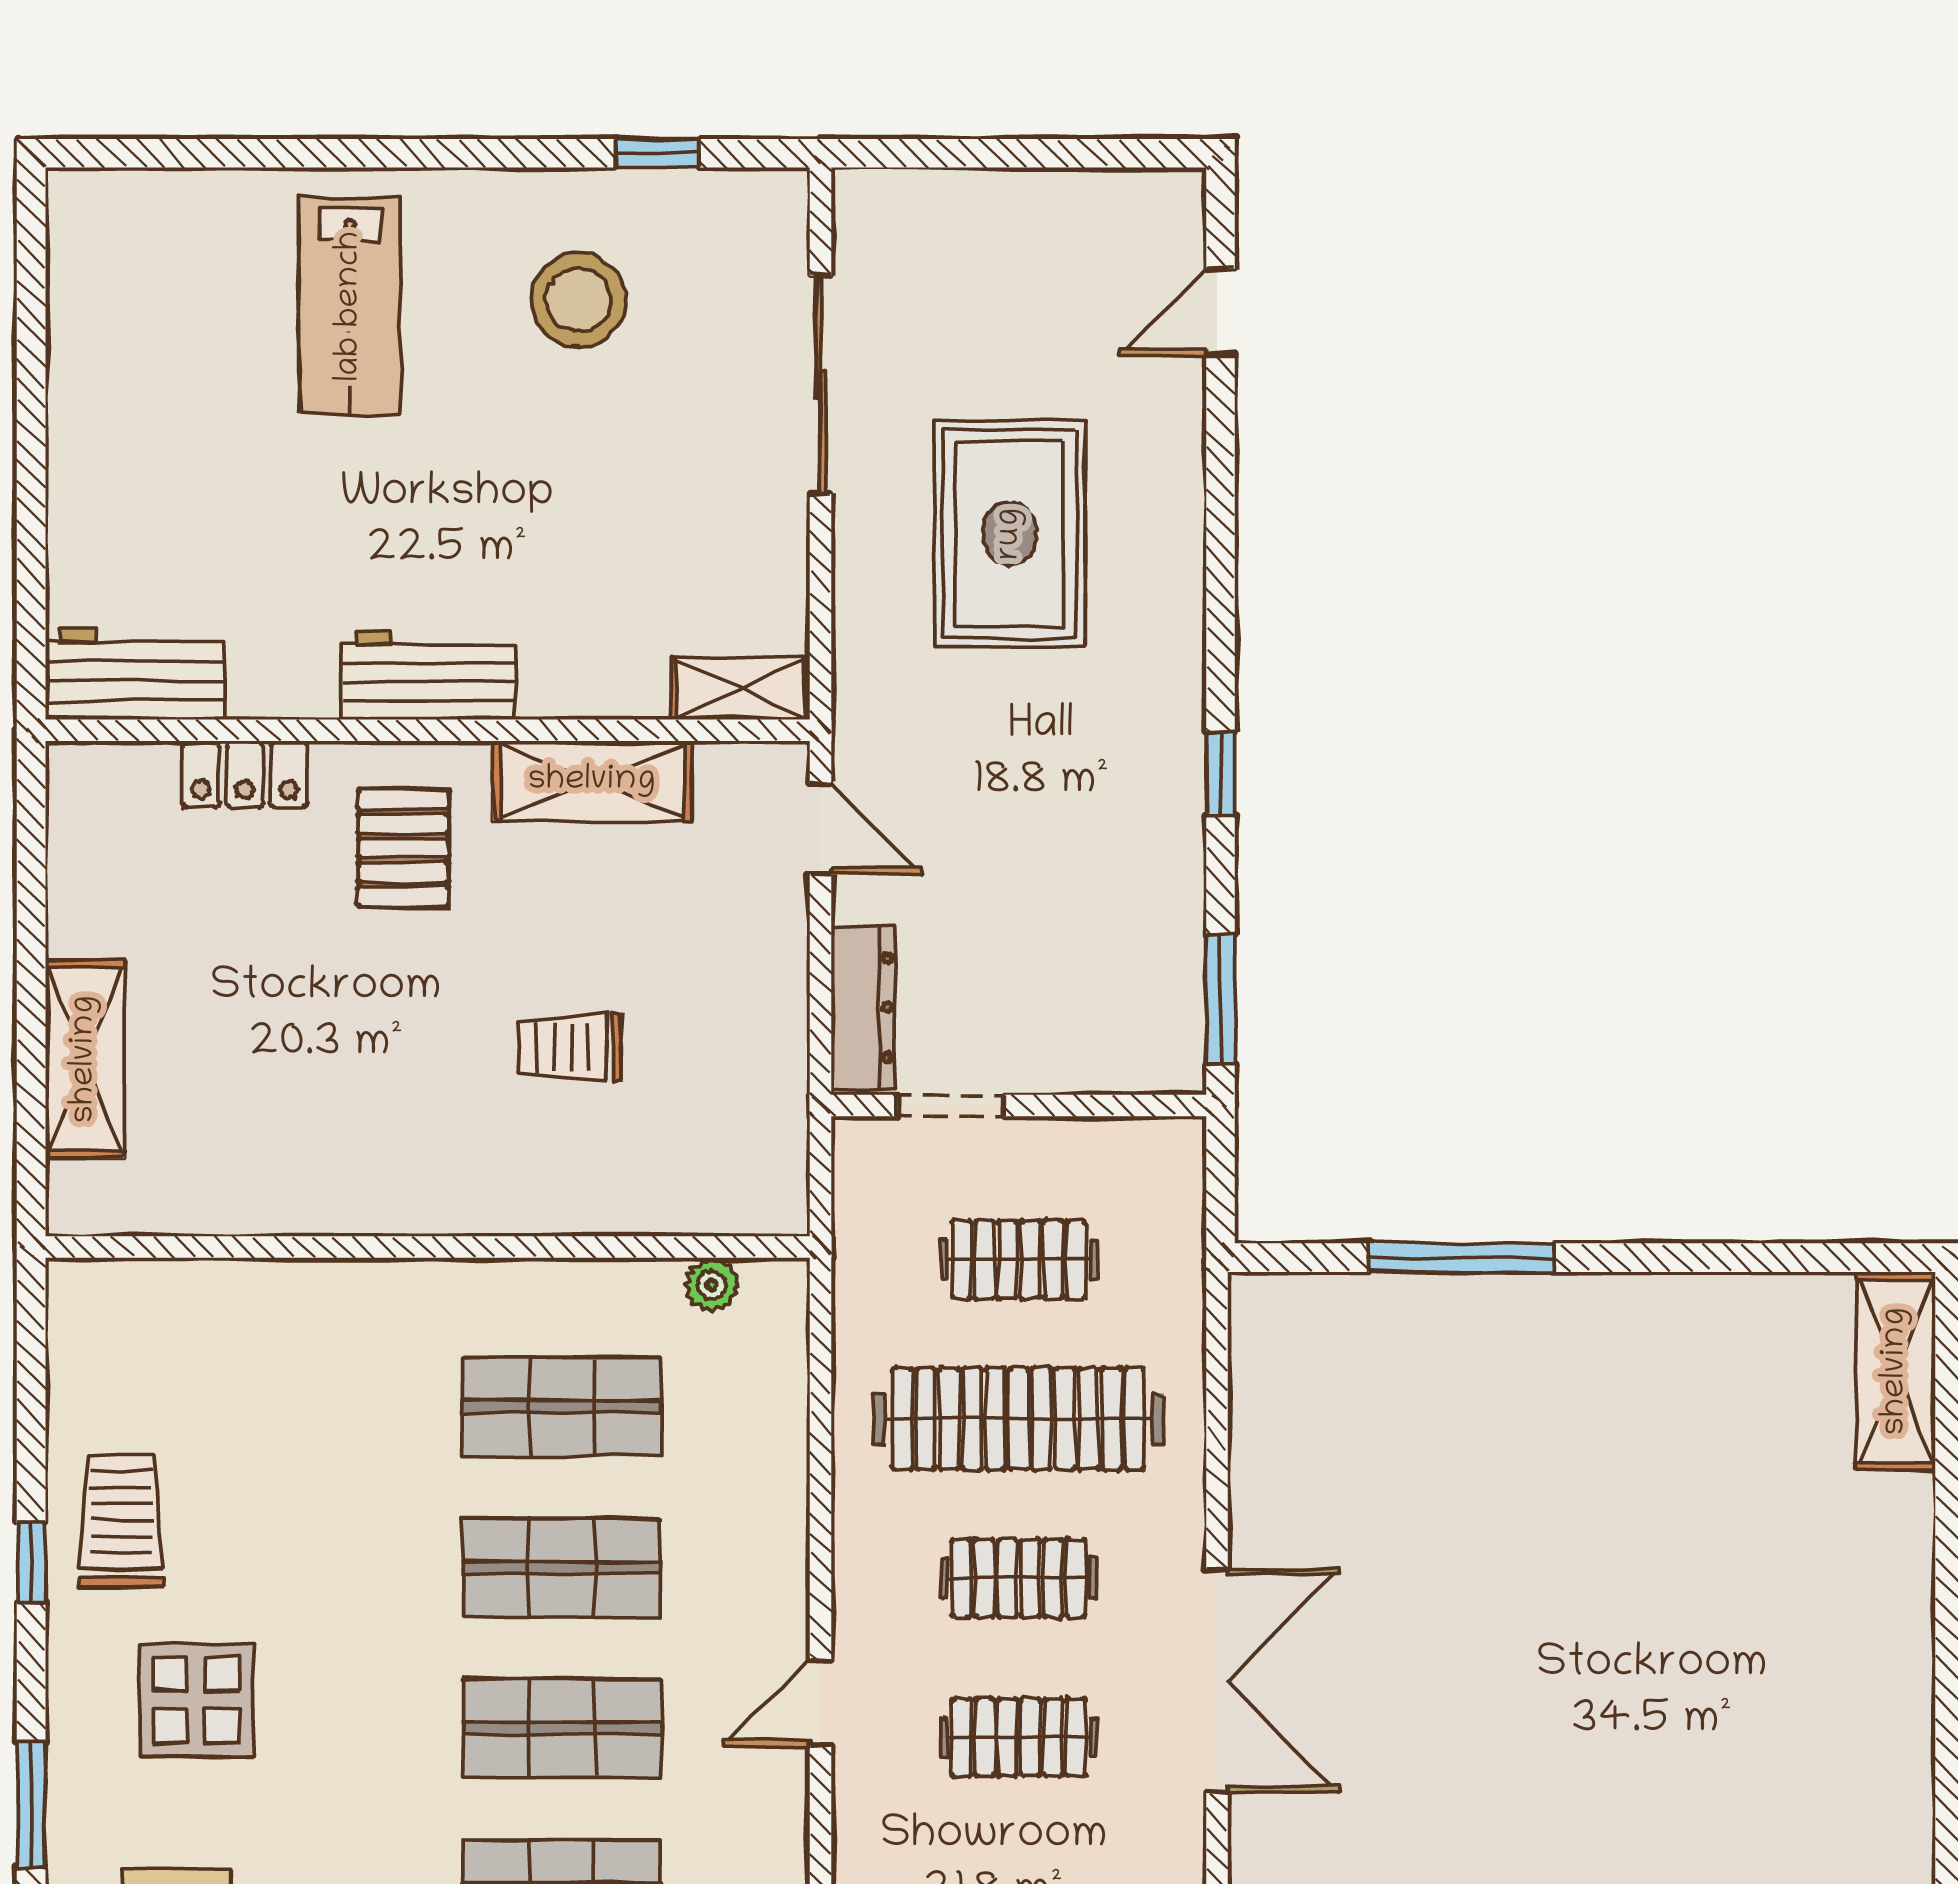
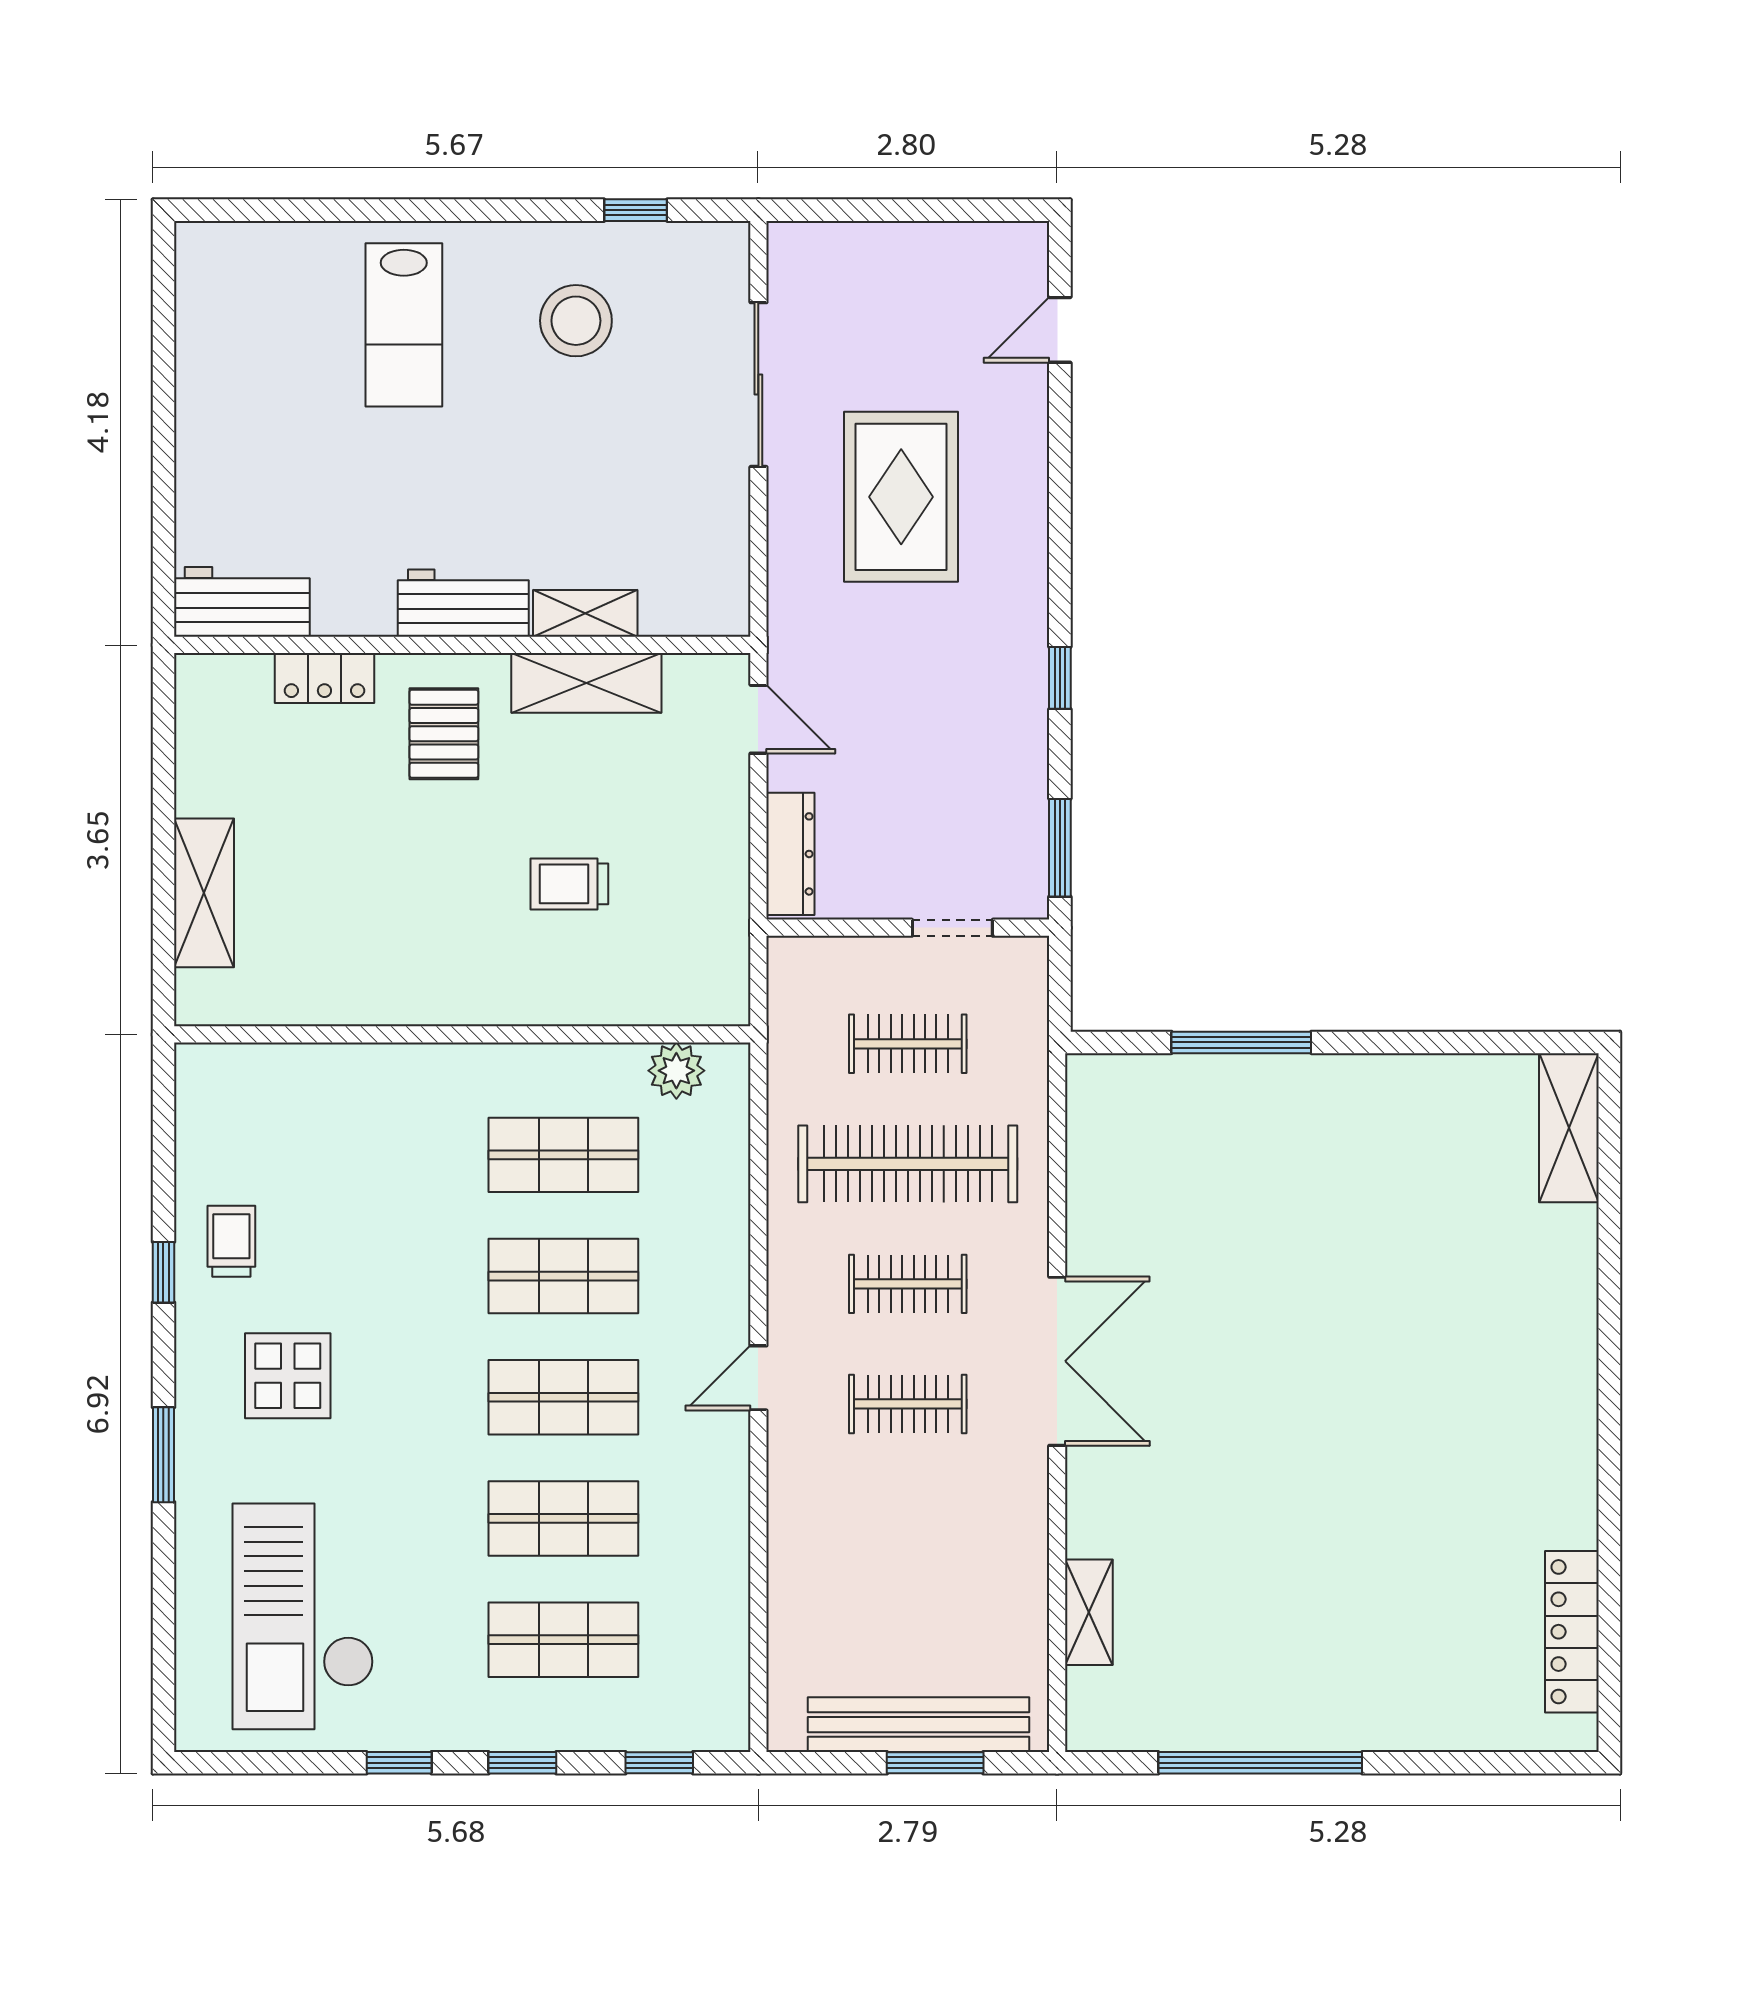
shelving: (741, 688) -> (585, 613), moved
doorway: (951, 1105) -> (952, 928), moved
plant: (712, 1285) -> (676, 1071), width x1.38, depth x1.38
trolley: (121, 1521) -> (231, 1241), width x0.73, depth x0.72

